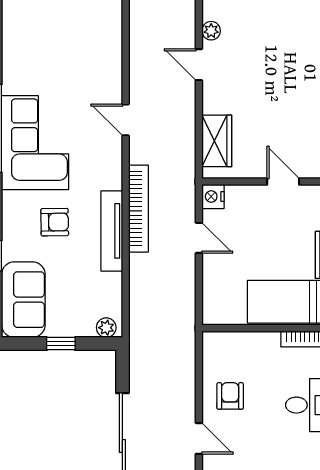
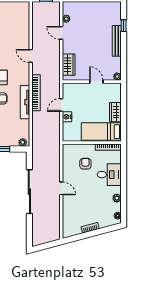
nightstand: (213, 197) -> (67, 117), moved
door: (199, 238) -> (61, 105), swing flipped
armchair: (230, 396) -> (85, 164), moved

